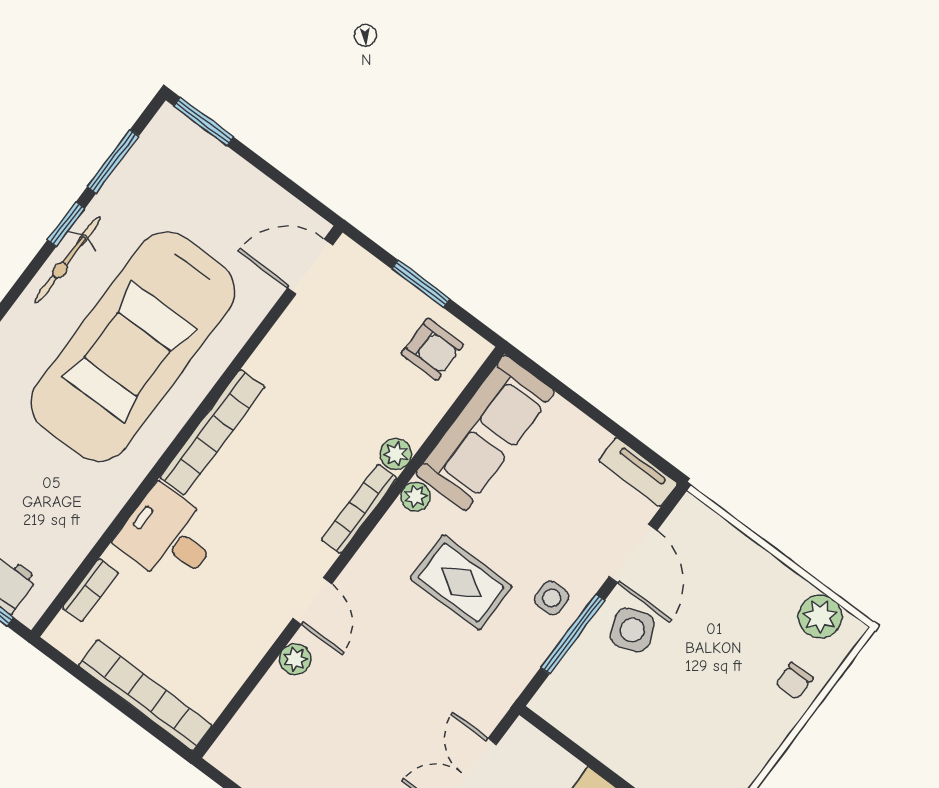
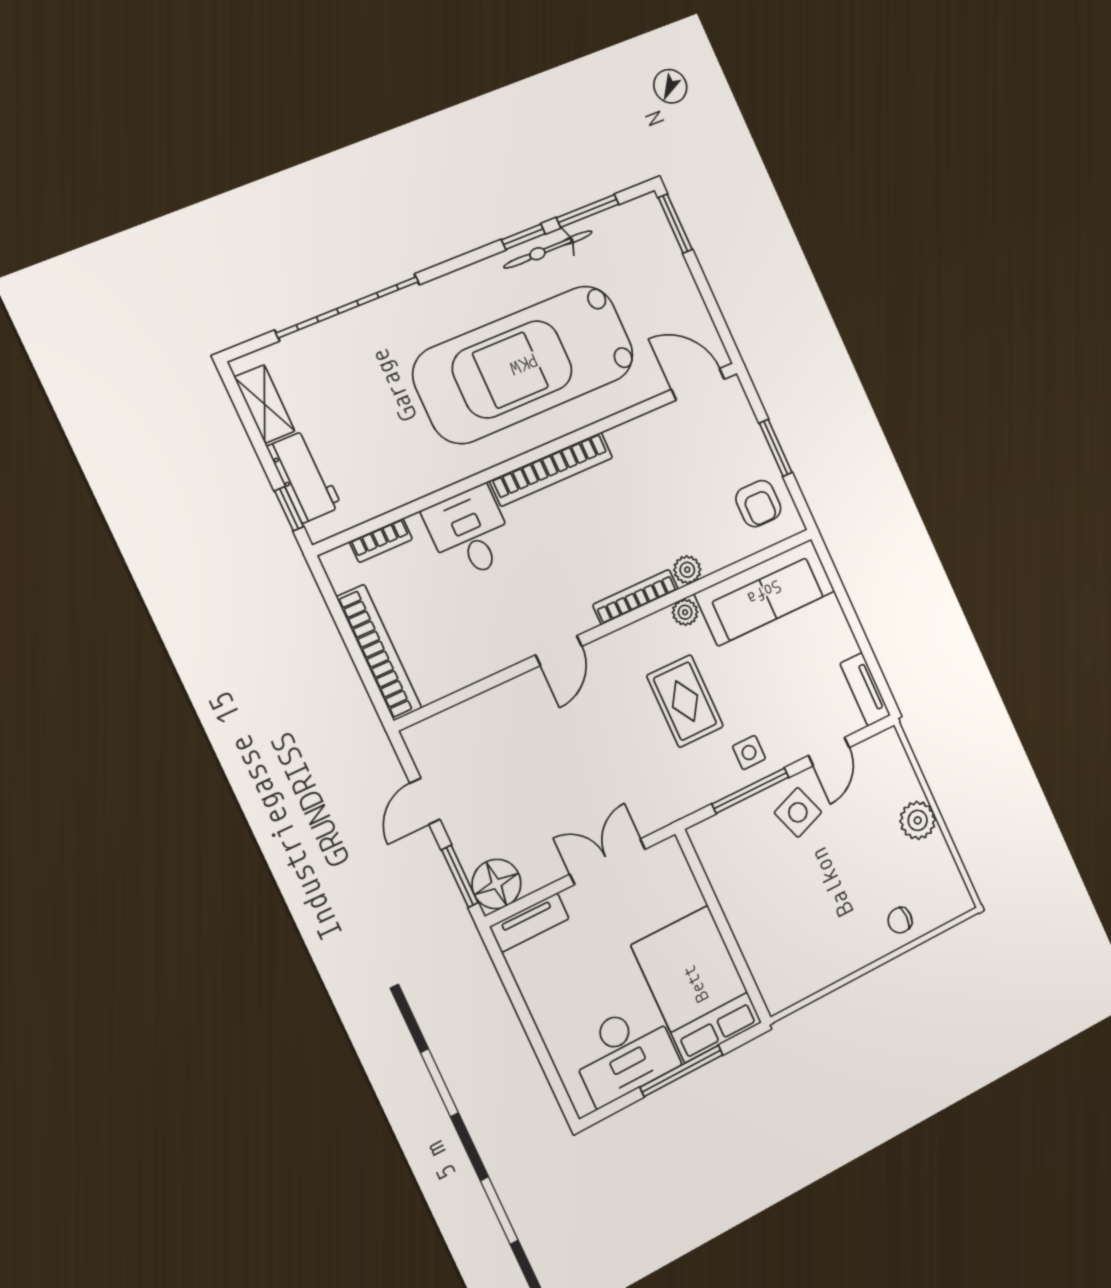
bicycle: (68, 260) -> (548, 249), moved
door: (633, 554) -> (829, 752), width x0.73
plant: (820, 616) -> (918, 820), moved
plant: (295, 659) -> (520, 690), removed

